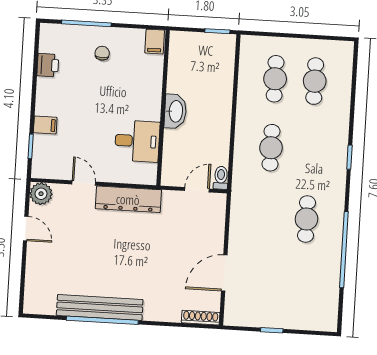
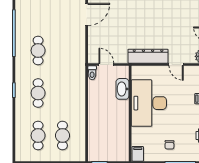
washbasin: (175, 111) -> (122, 89), moved
desk: (137, 141) -> (149, 103), width x1.87, depth x1.30
cafe table: (271, 148) -> (38, 93), moved
door: (197, 190) -> (106, 64), swing flipped

